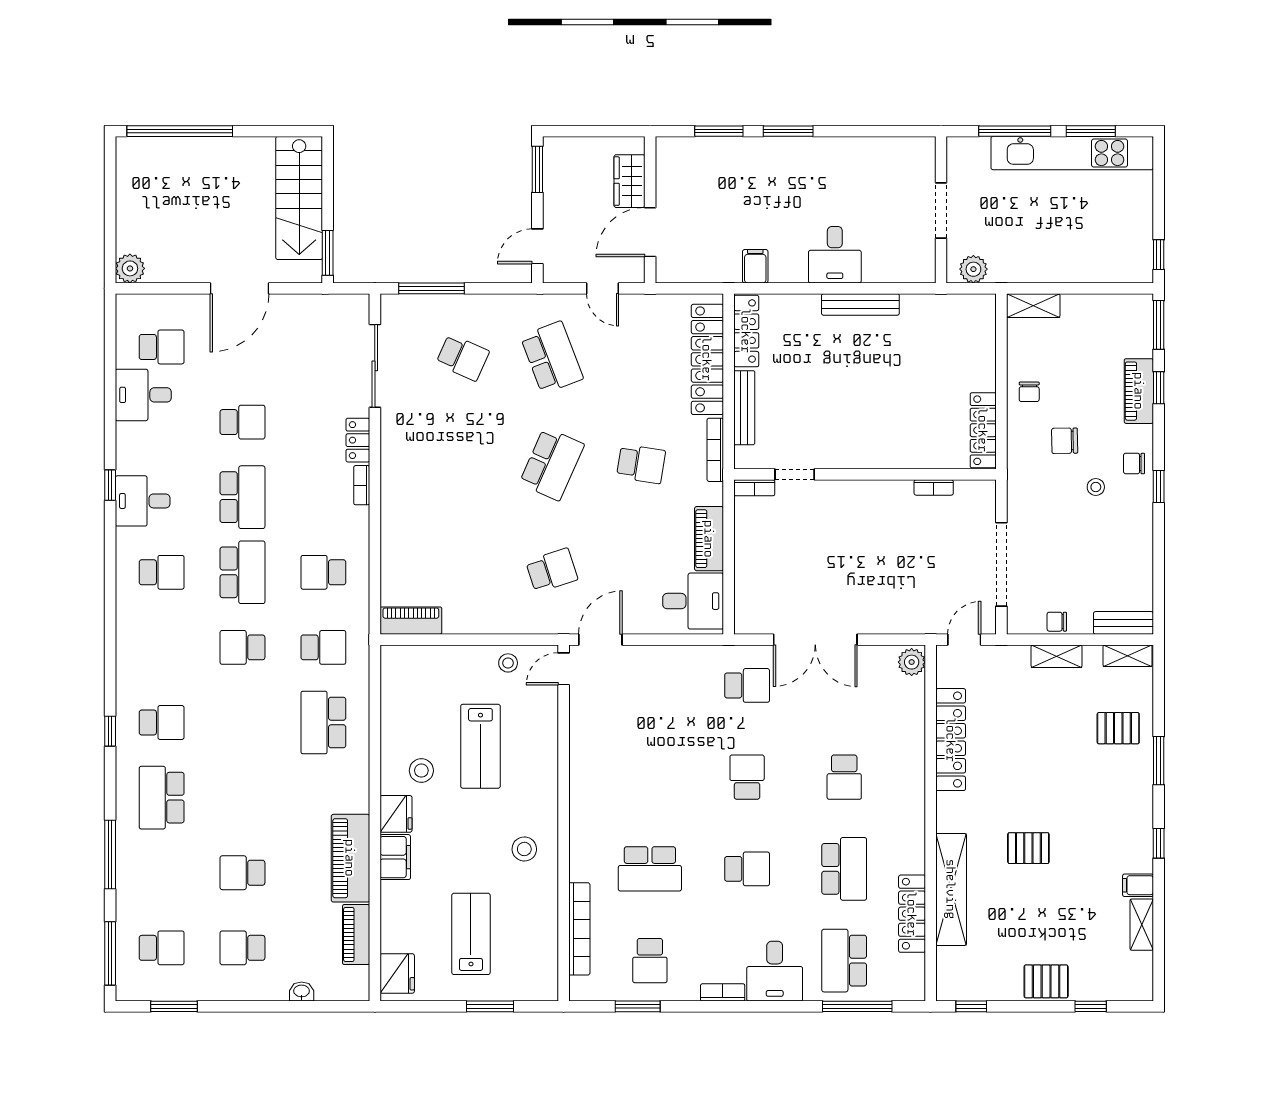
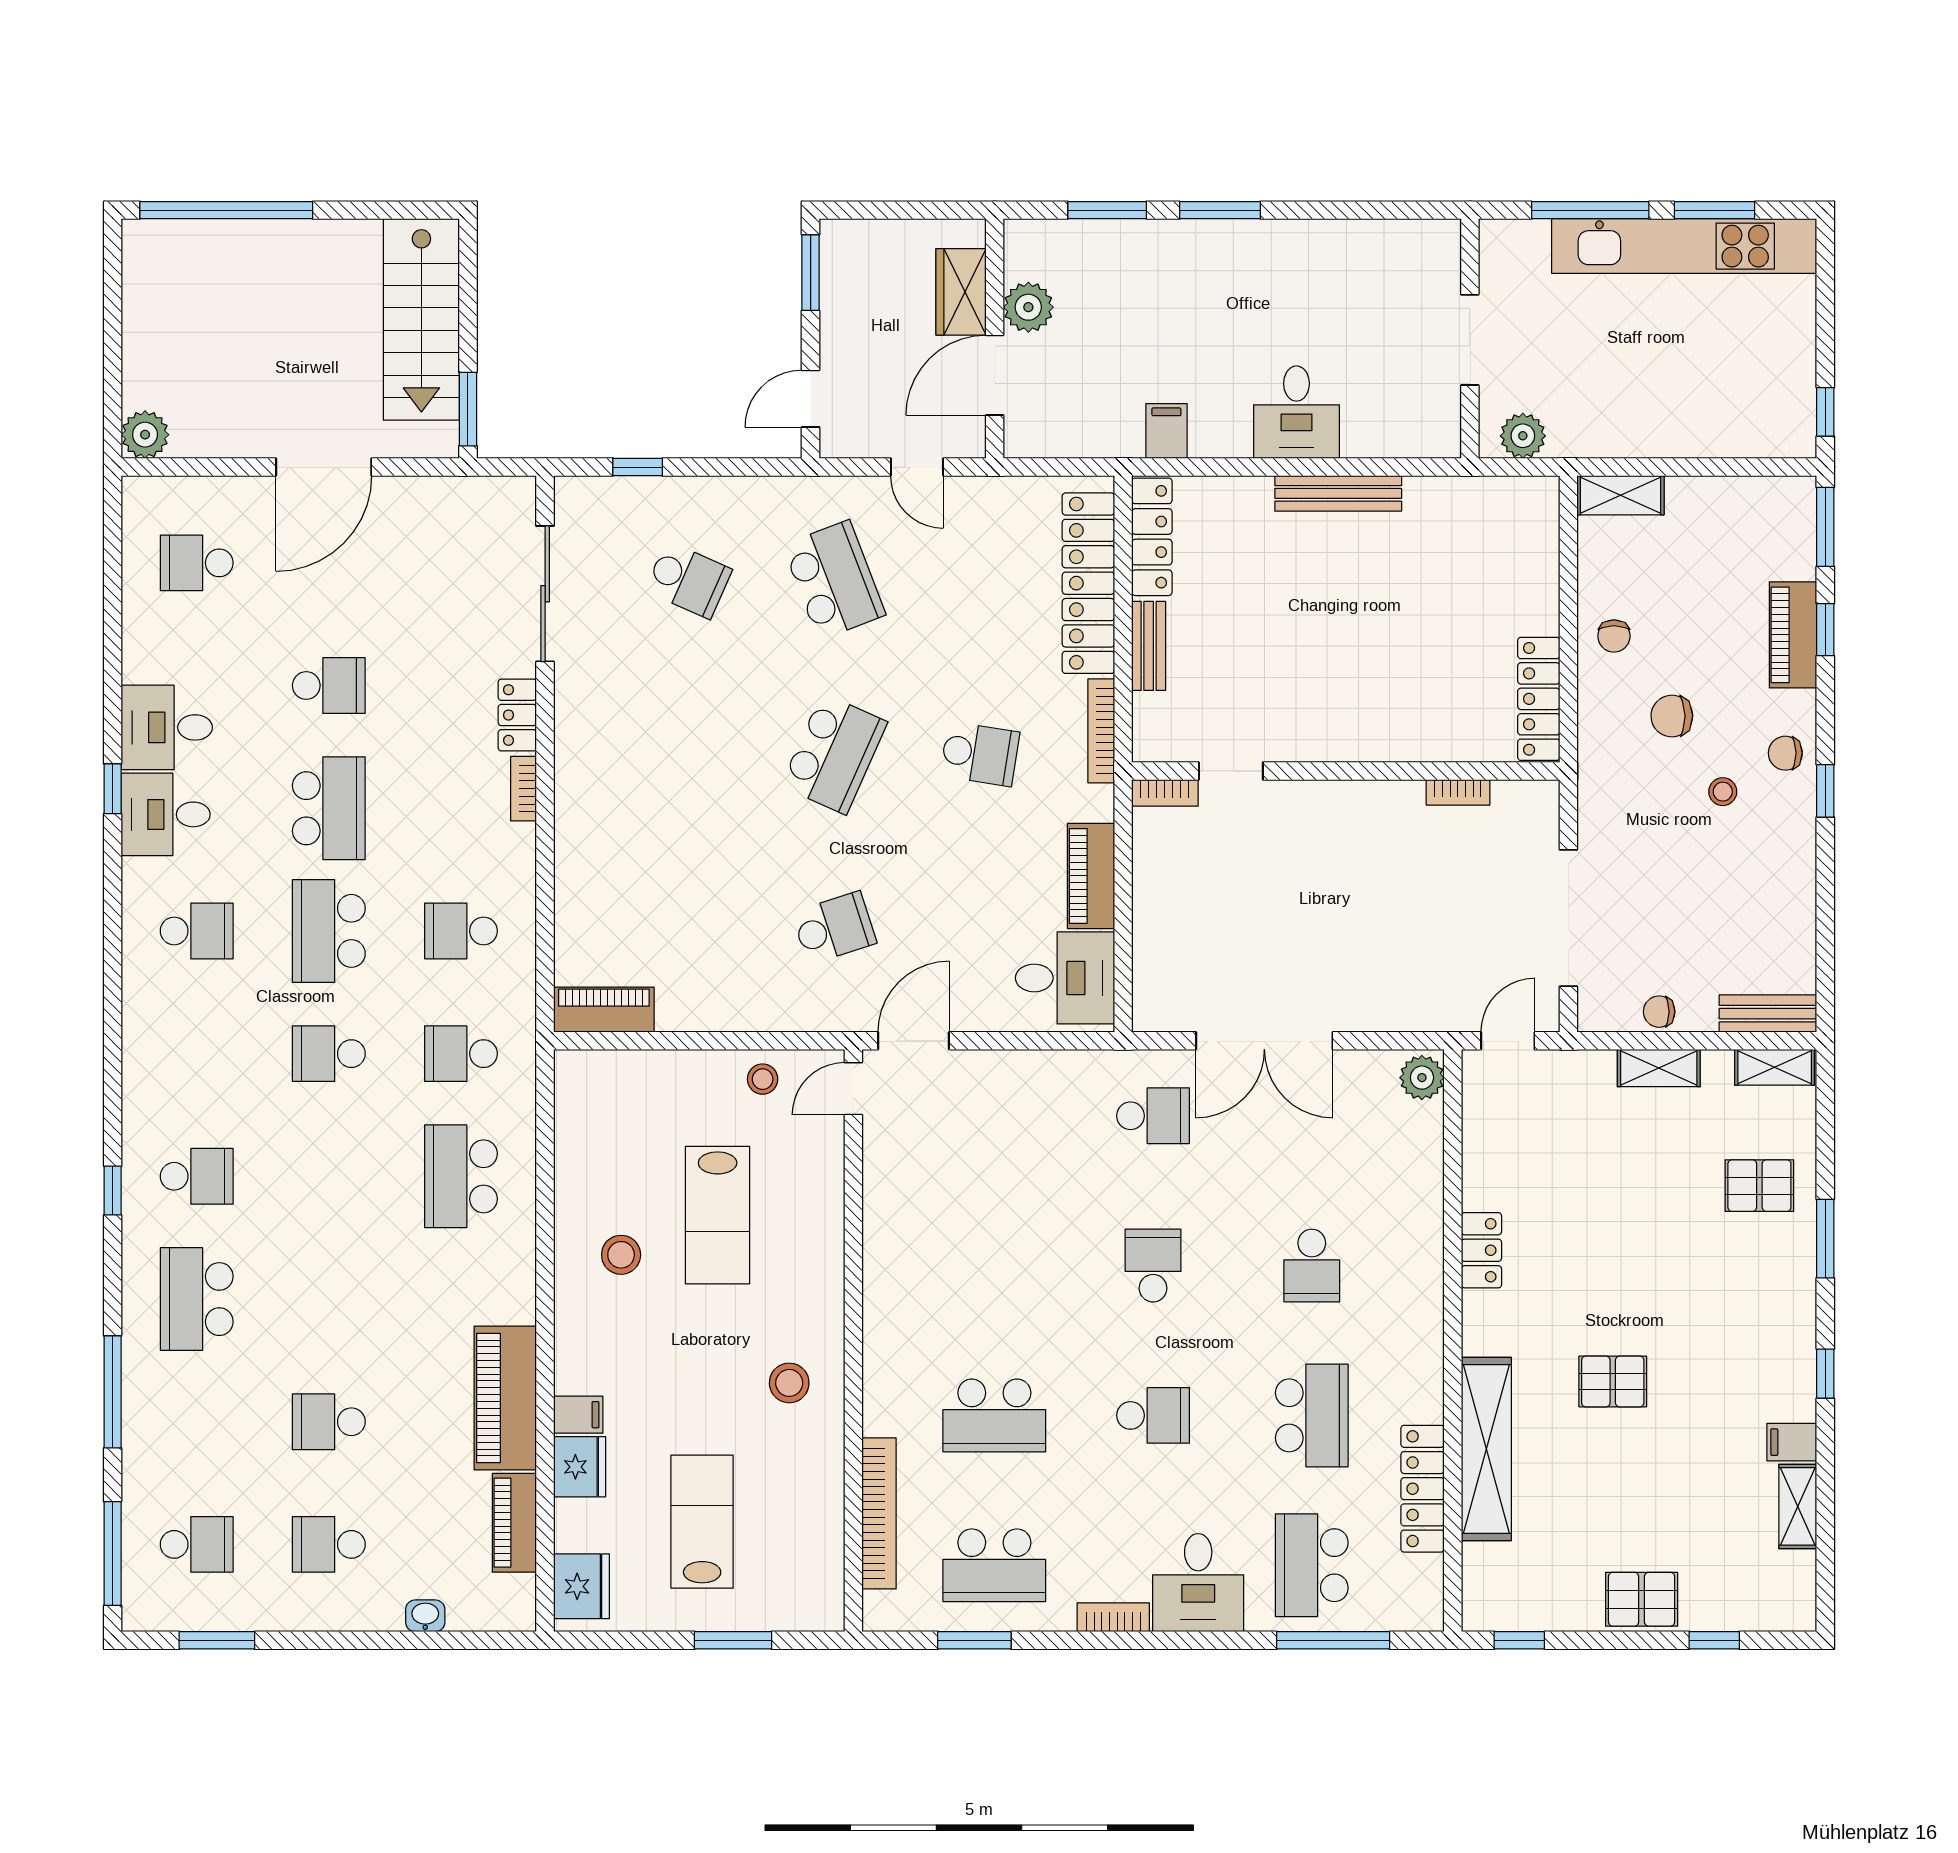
plant: (671, 190) -> (1028, 307), added
window: (432, 288) -> (638, 467), width x0.46
school desk: (162, 347) -> (197, 563), turned 180
desk: (143, 395) -> (167, 727), moved
bench: (744, 408) -> (1149, 646), width x0.73
school desk: (242, 572) -> (329, 931), turned 180
school desk: (323, 647) -> (461, 1054), turned 180
locker: (951, 740) -> (1481, 1250), width x0.46, depth x0.83
fridge: (396, 814) -> (580, 1467), moved
filing cabinet: (395, 857) -> (578, 1415), width x0.50
school desk: (650, 961) -> (994, 1565), width x1.85

